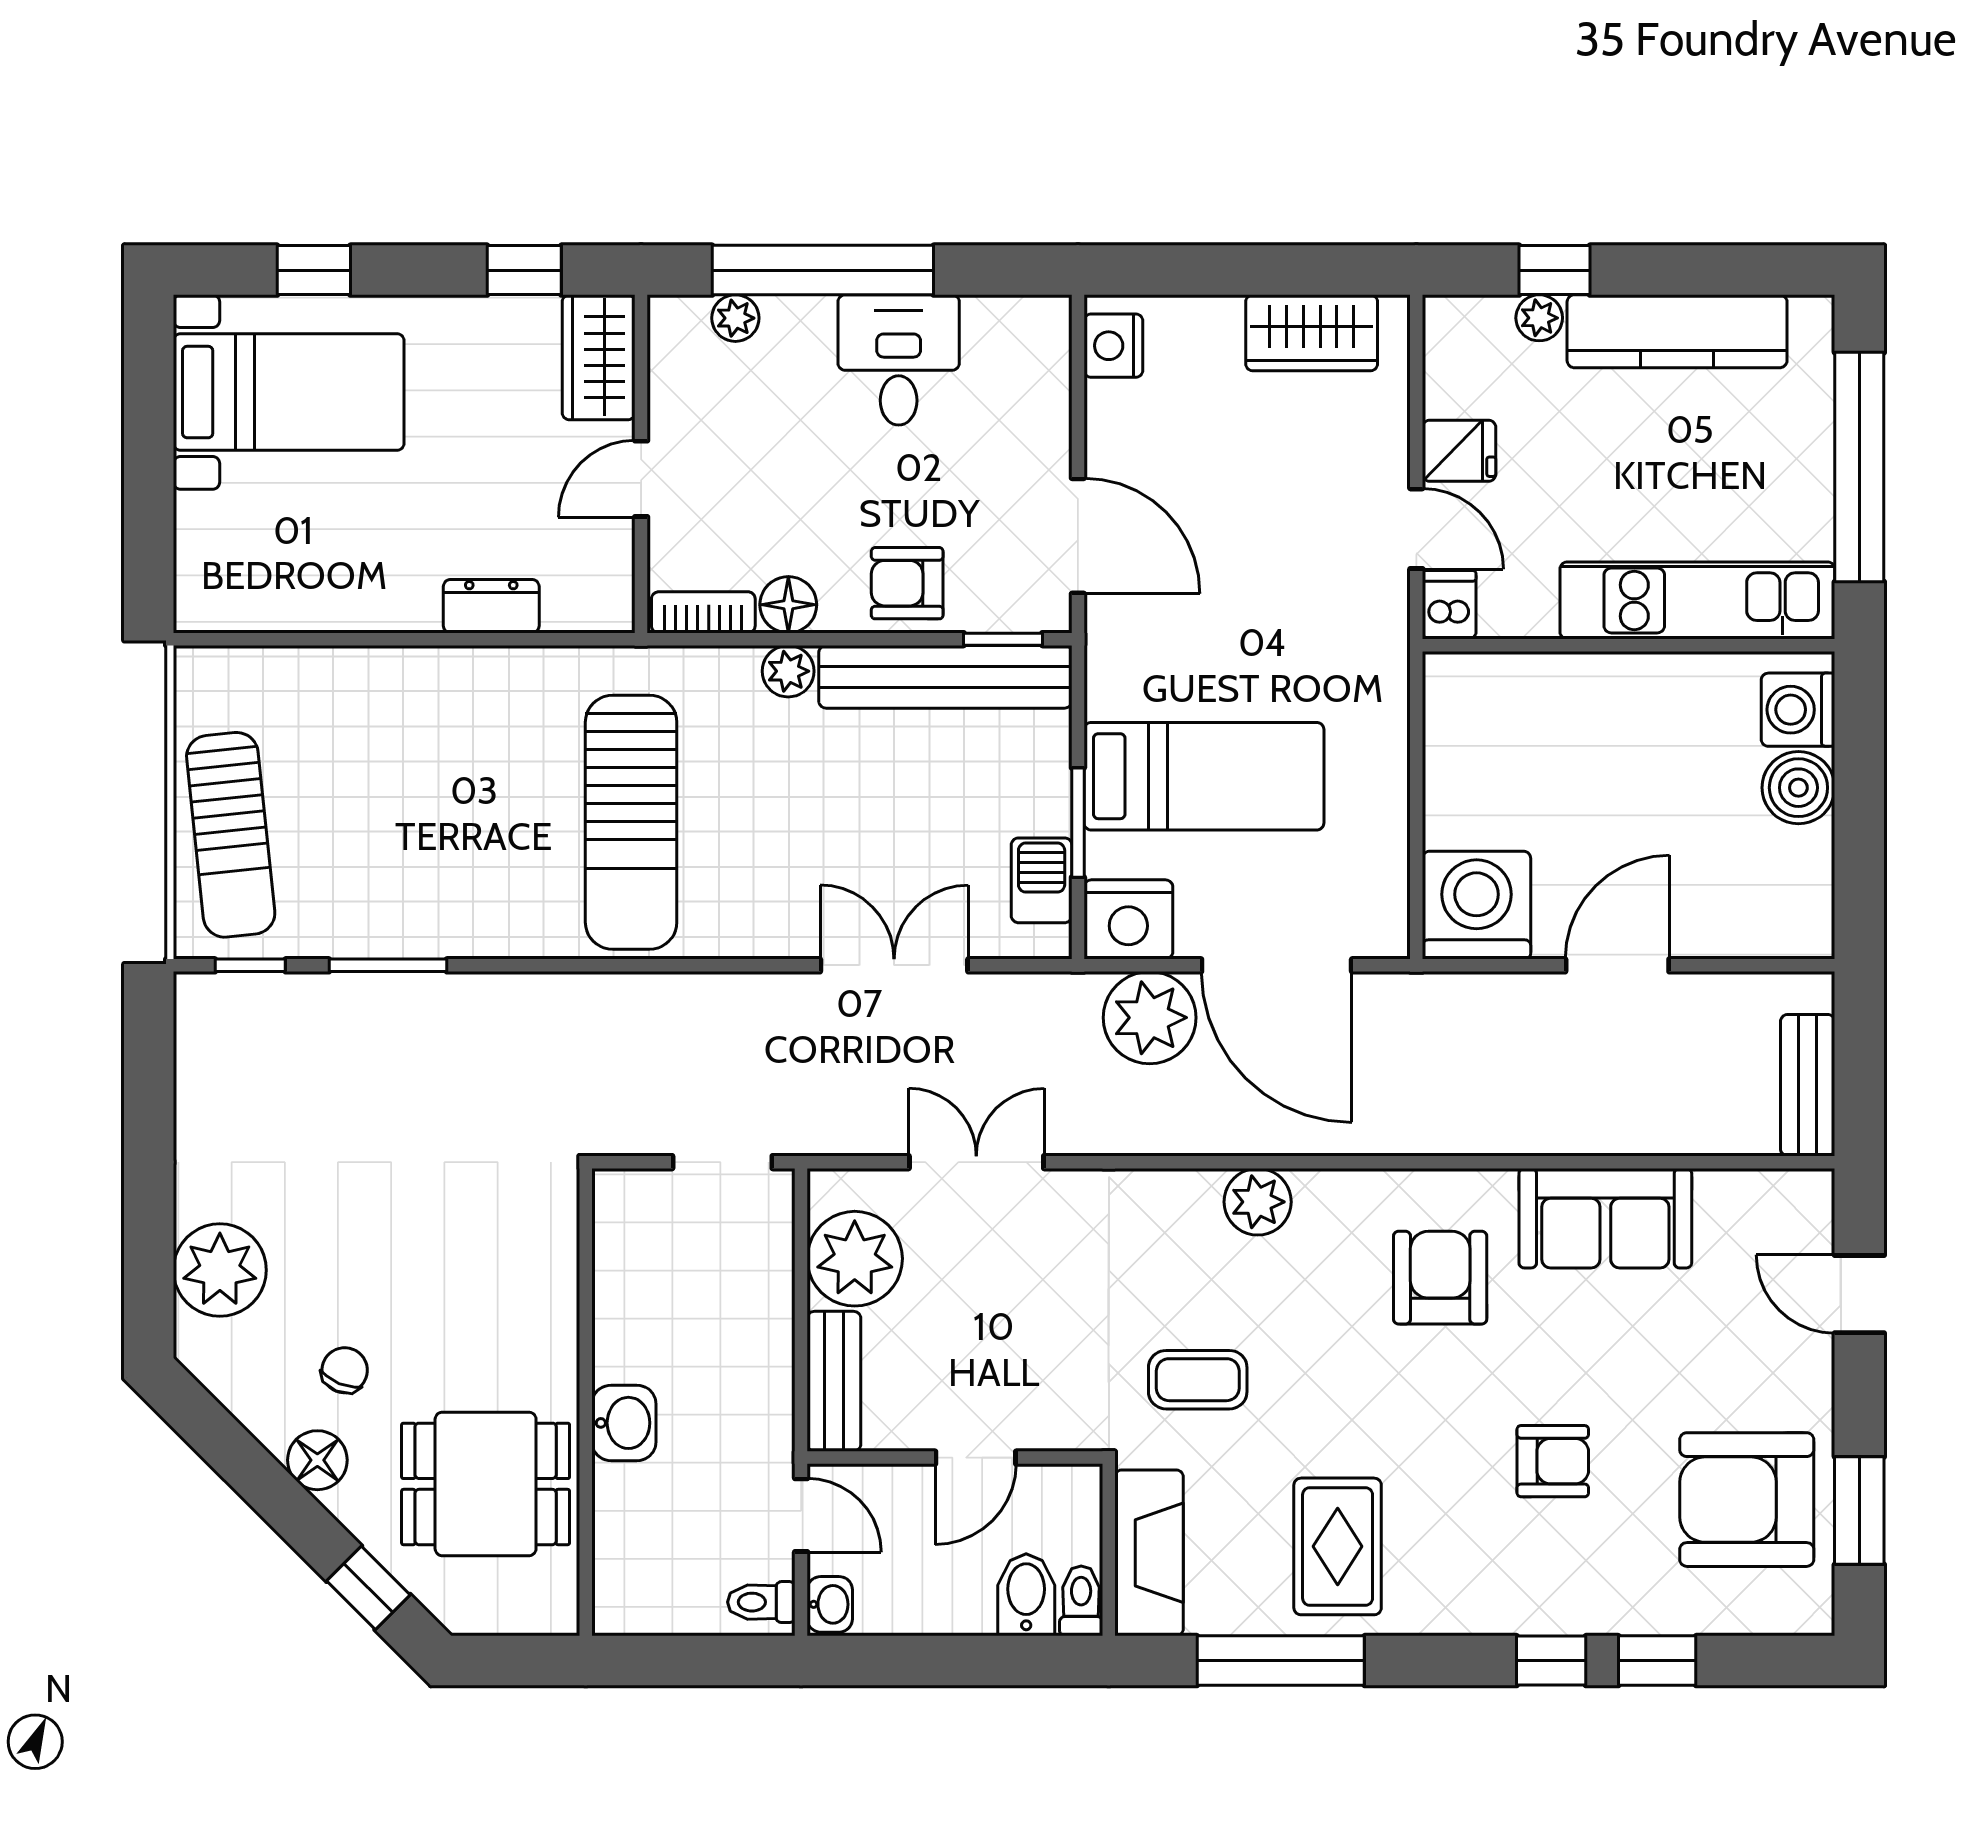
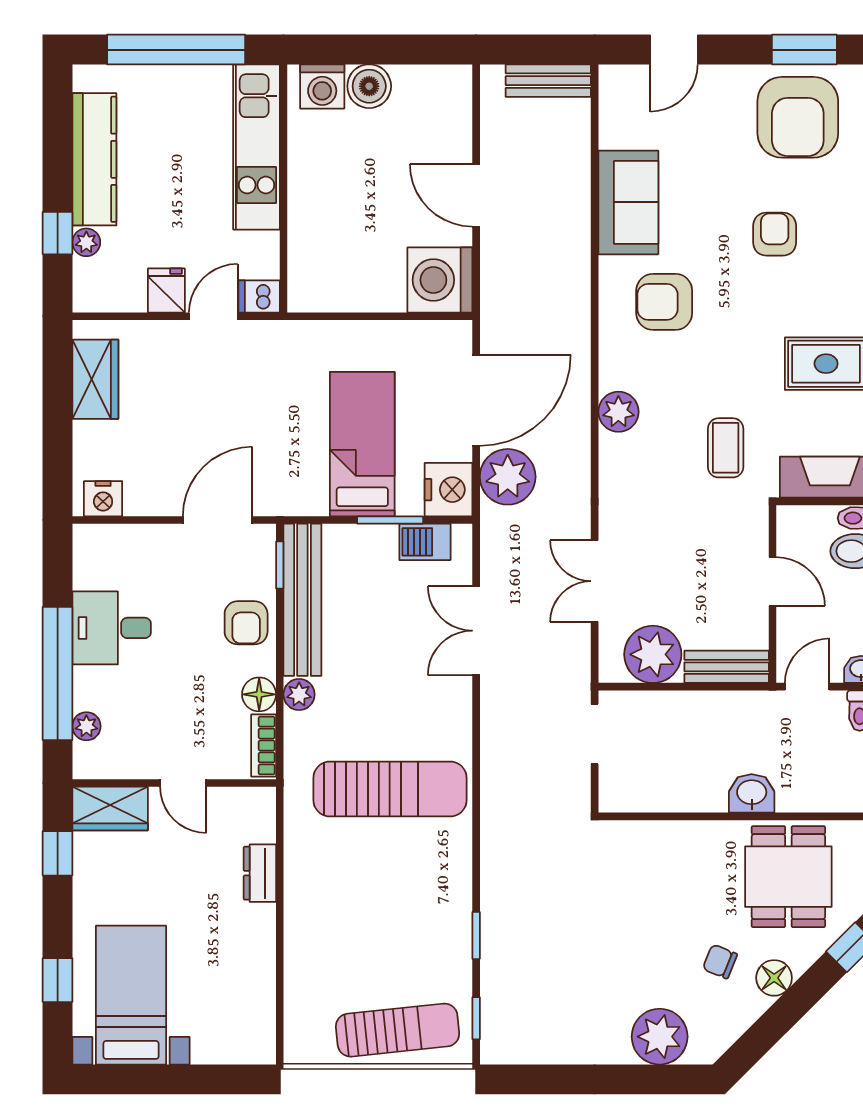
window: (388, 965) -> (476, 935), width x0.67

